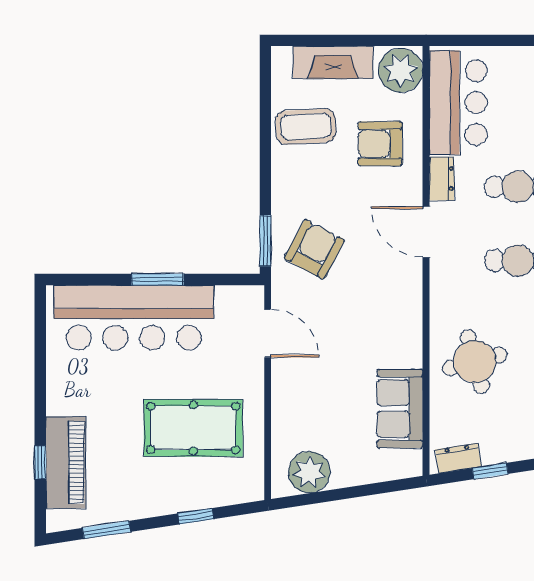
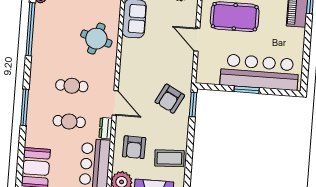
armchair: (380, 144) -> (134, 147), turned 91
door: (268, 333) -> (197, 40), moved
round table: (475, 361) -> (96, 39), turned 32

